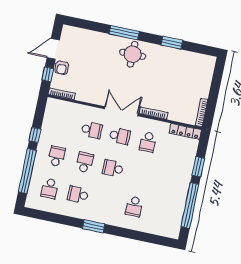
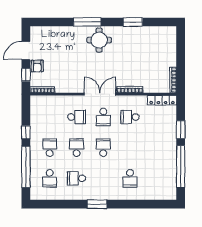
school desk: (120, 136) -> (103, 117), turned 90
school desk: (148, 142) -> (130, 117), turned 90
school desk: (113, 168) -> (103, 148), turned 90

